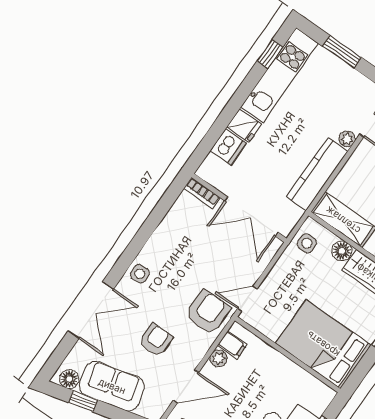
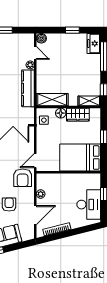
armchair: (208, 312) -> (23, 178), turned 180
filing cabinet: (232, 345) -> (42, 184), removed

